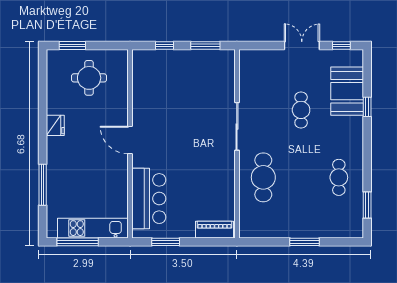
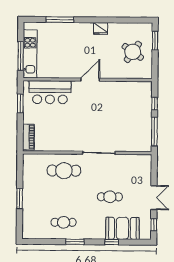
window: (205, 45) -> (154, 132), width x1.44
round table: (89, 78) -> (133, 52), turned 35
window: (367, 205) -> (75, 242), moved
window: (78, 242) -> (21, 56), moved

